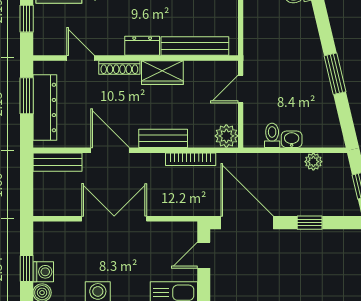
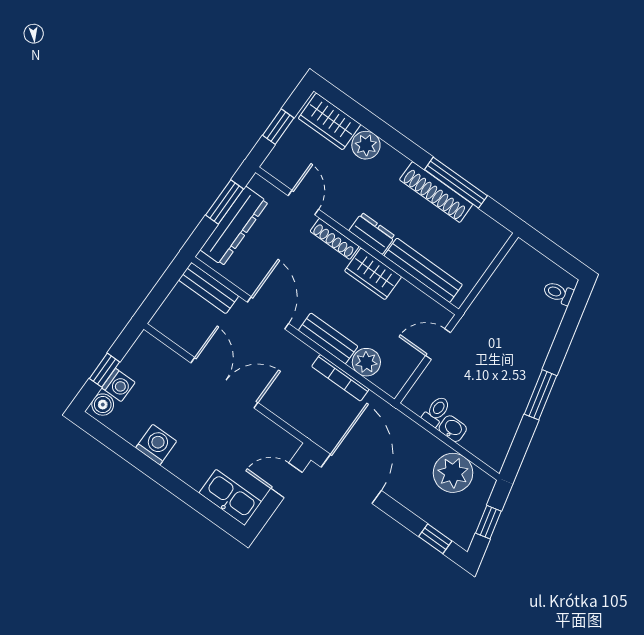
plant: (226, 136) -> (366, 362), moved
plant: (313, 162) -> (453, 473), width x1.87, depth x1.87
window: (310, 223) -> (435, 539), moved

